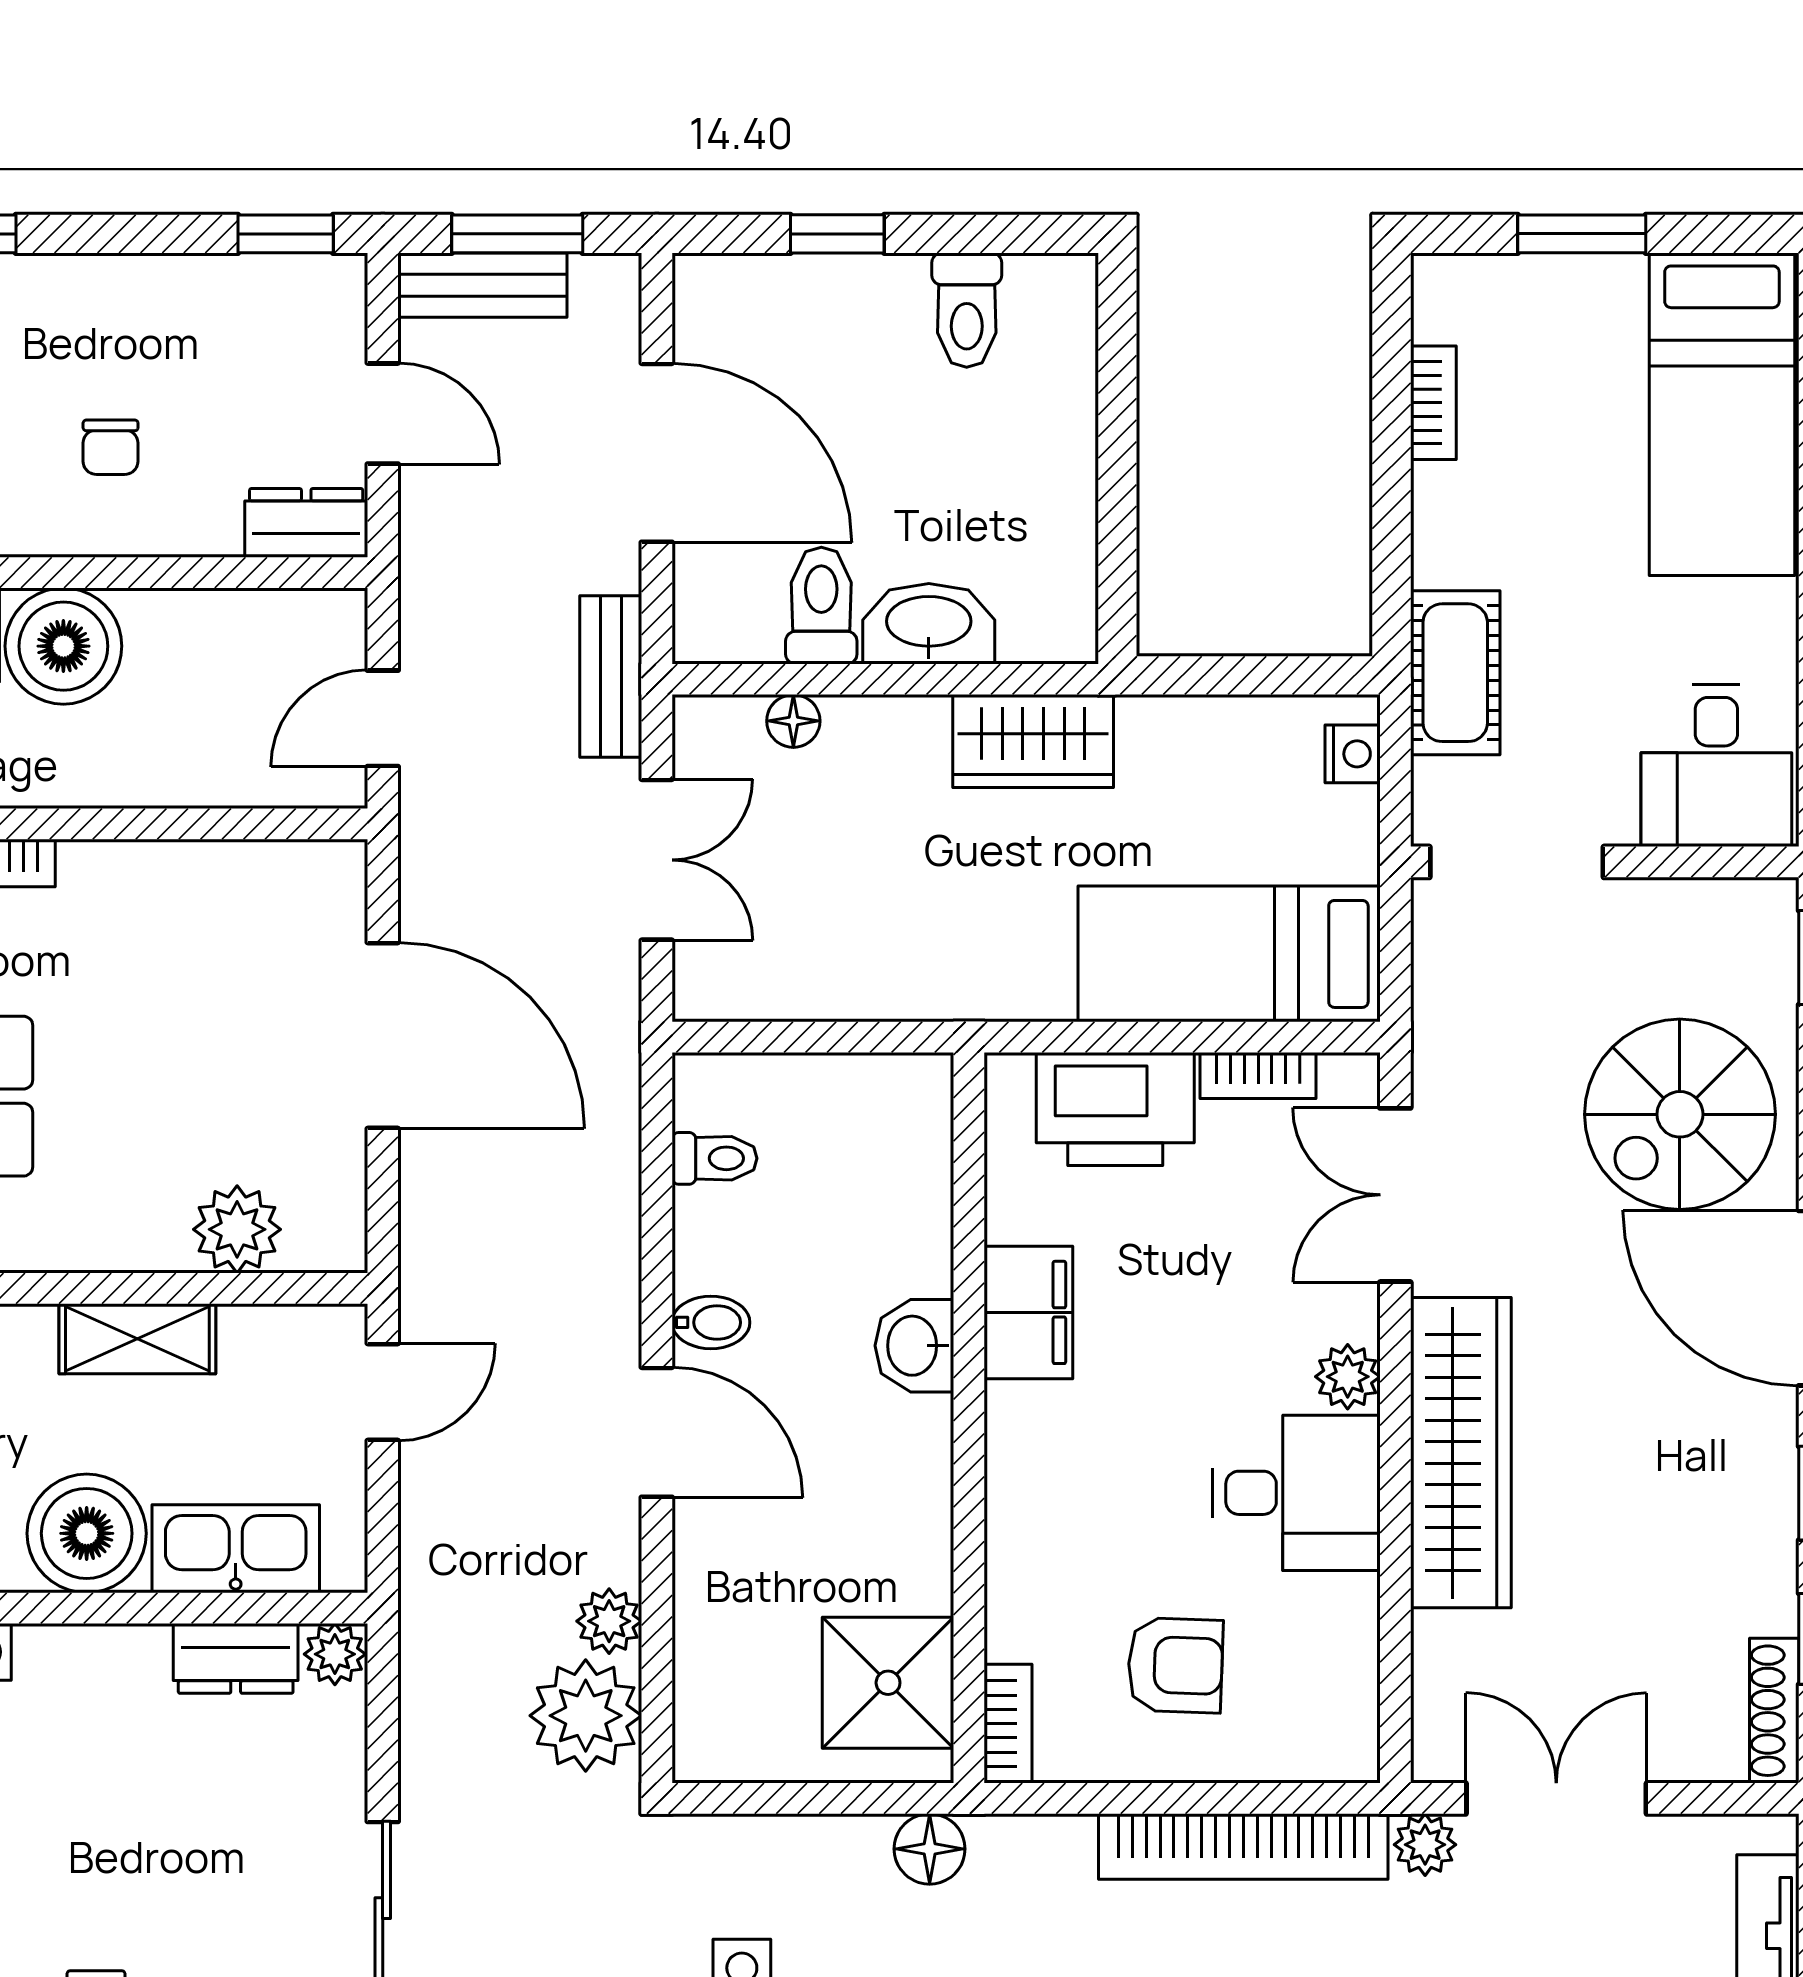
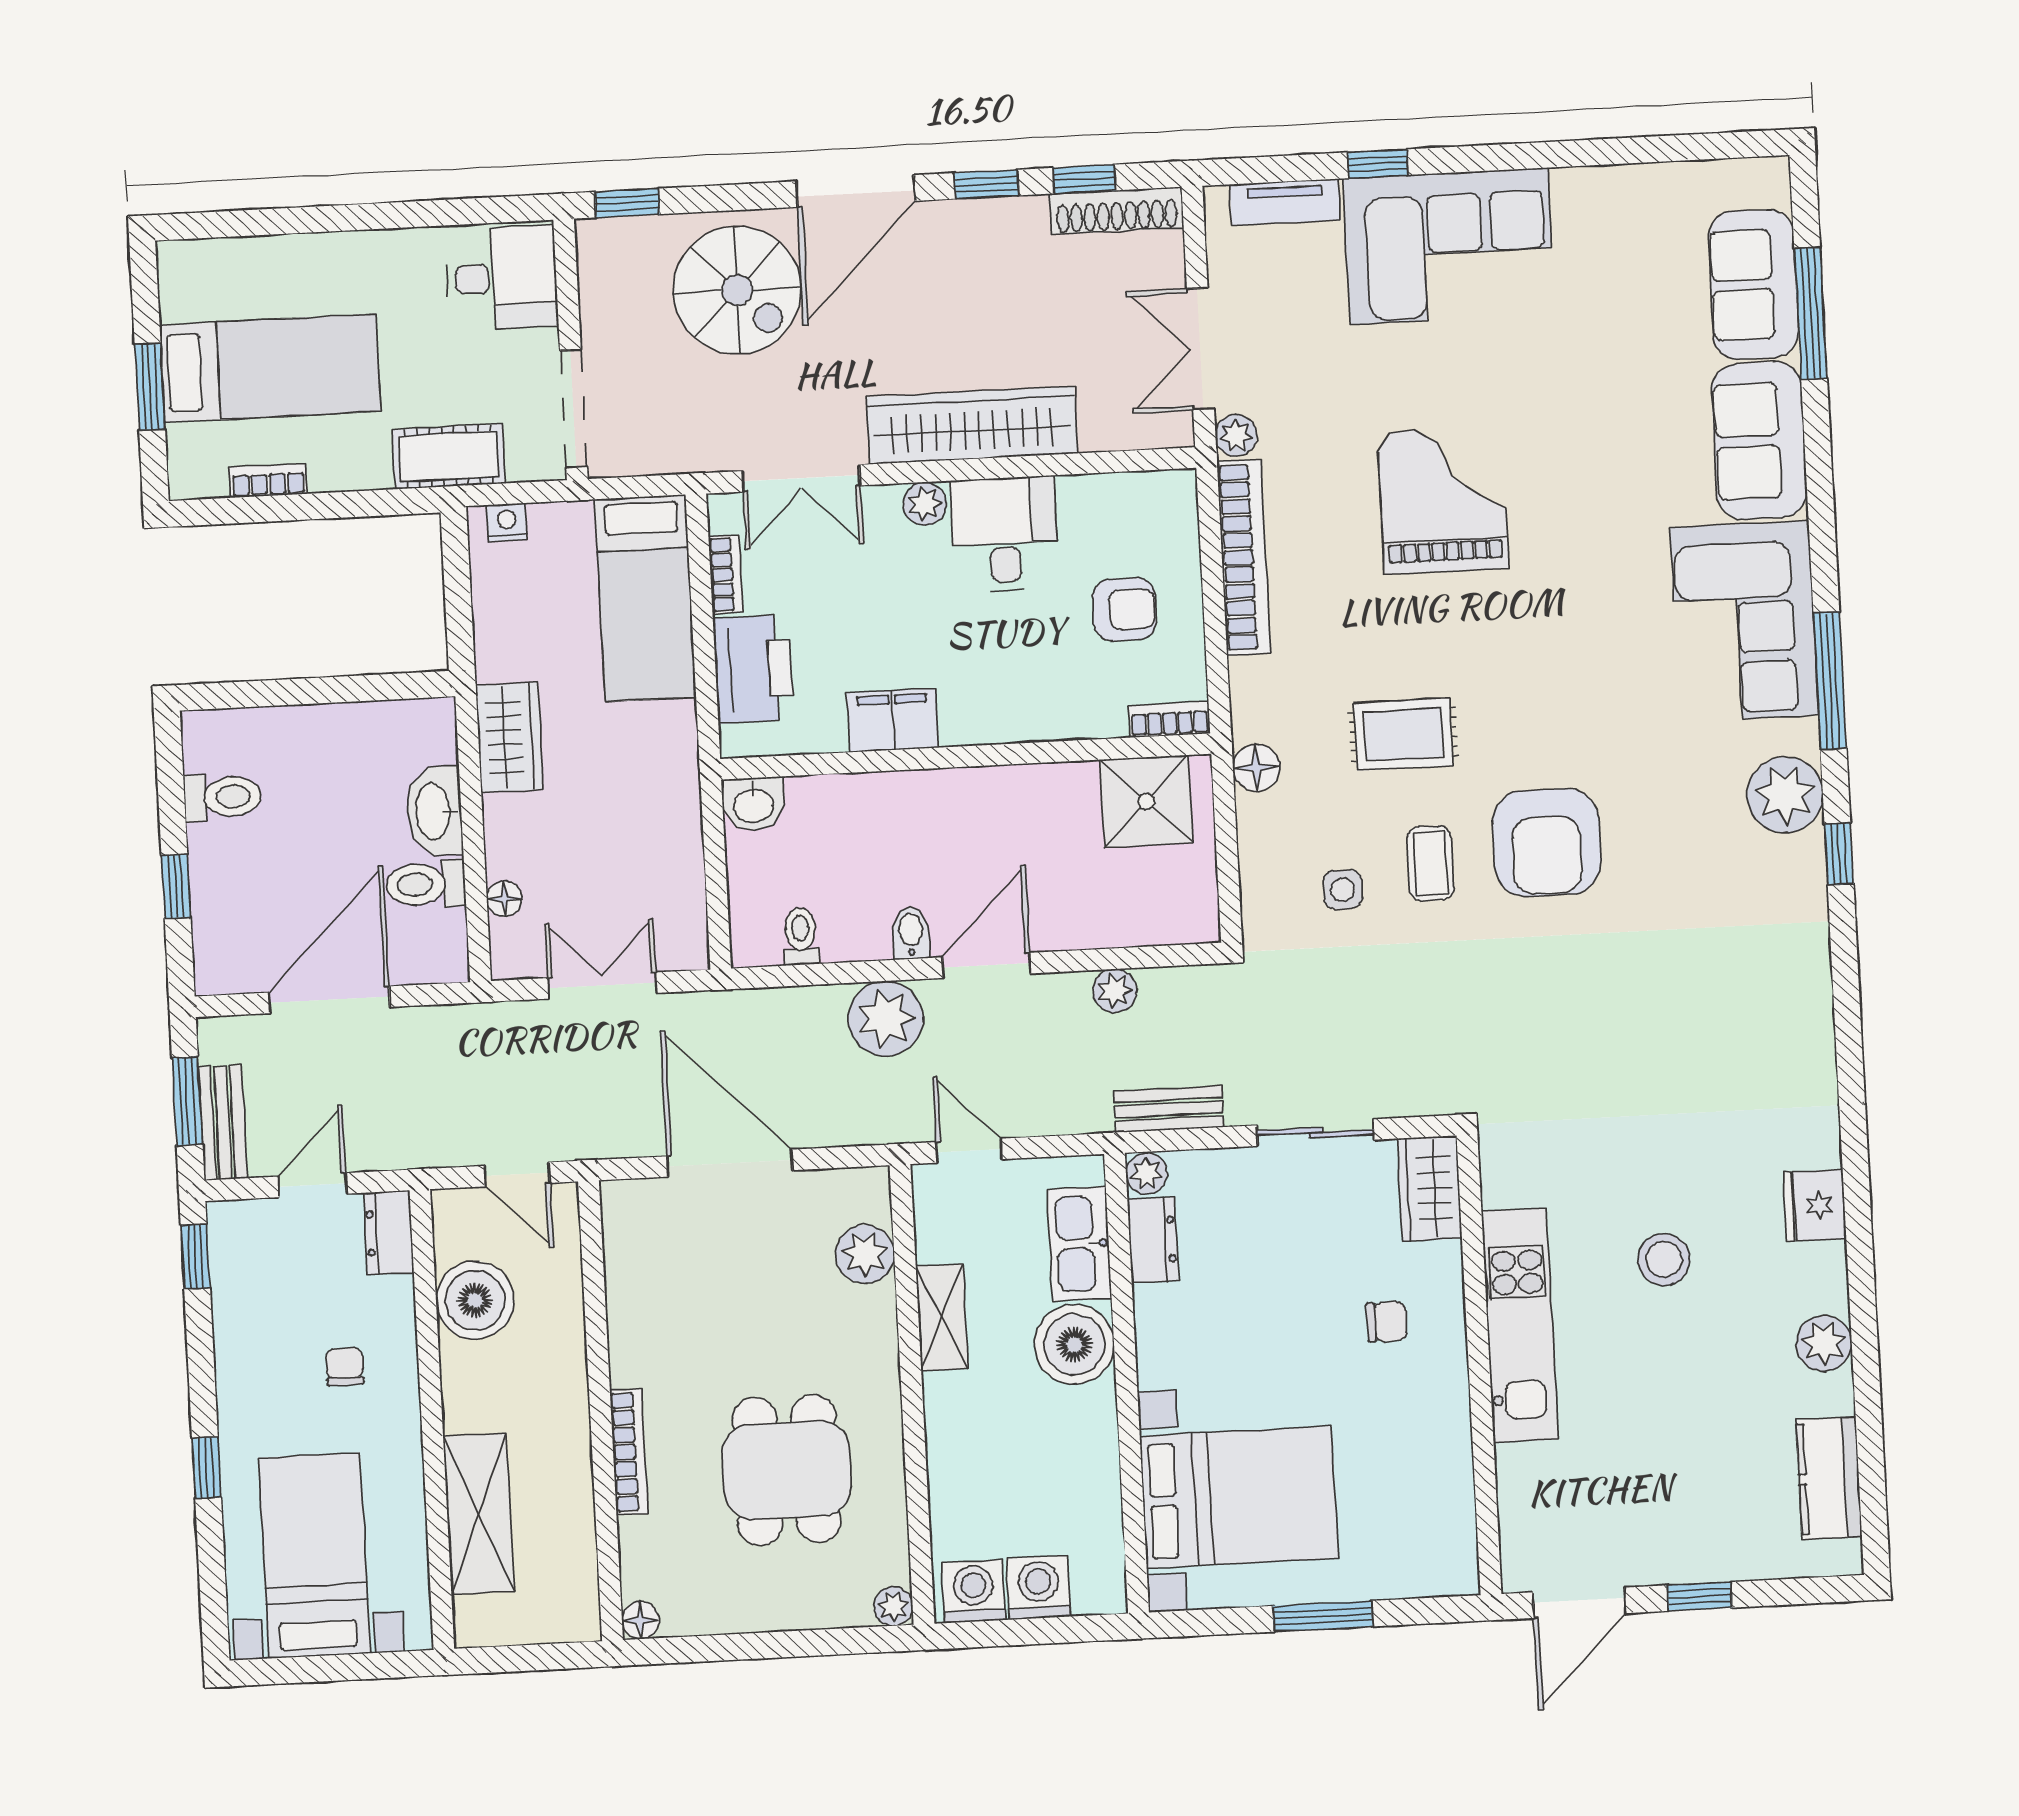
bed: (1722, 414) -> (270, 368), moved
chair: (111, 447) -> (345, 1367), turned -90
boiler: (63, 646) -> (475, 1300), moved
bench: (611, 677) -> (1169, 1109), moved
door: (383, 1036) -> (730, 1163), hinge flipped
washbasin: (914, 1346) -> (754, 804), moved
armchair: (1175, 1665) -> (1124, 609), turned 88
shoe rack: (1774, 1711) -> (1117, 211), width x1.36, depth x1.24
plant: (586, 1716) -> (886, 1018), moved

